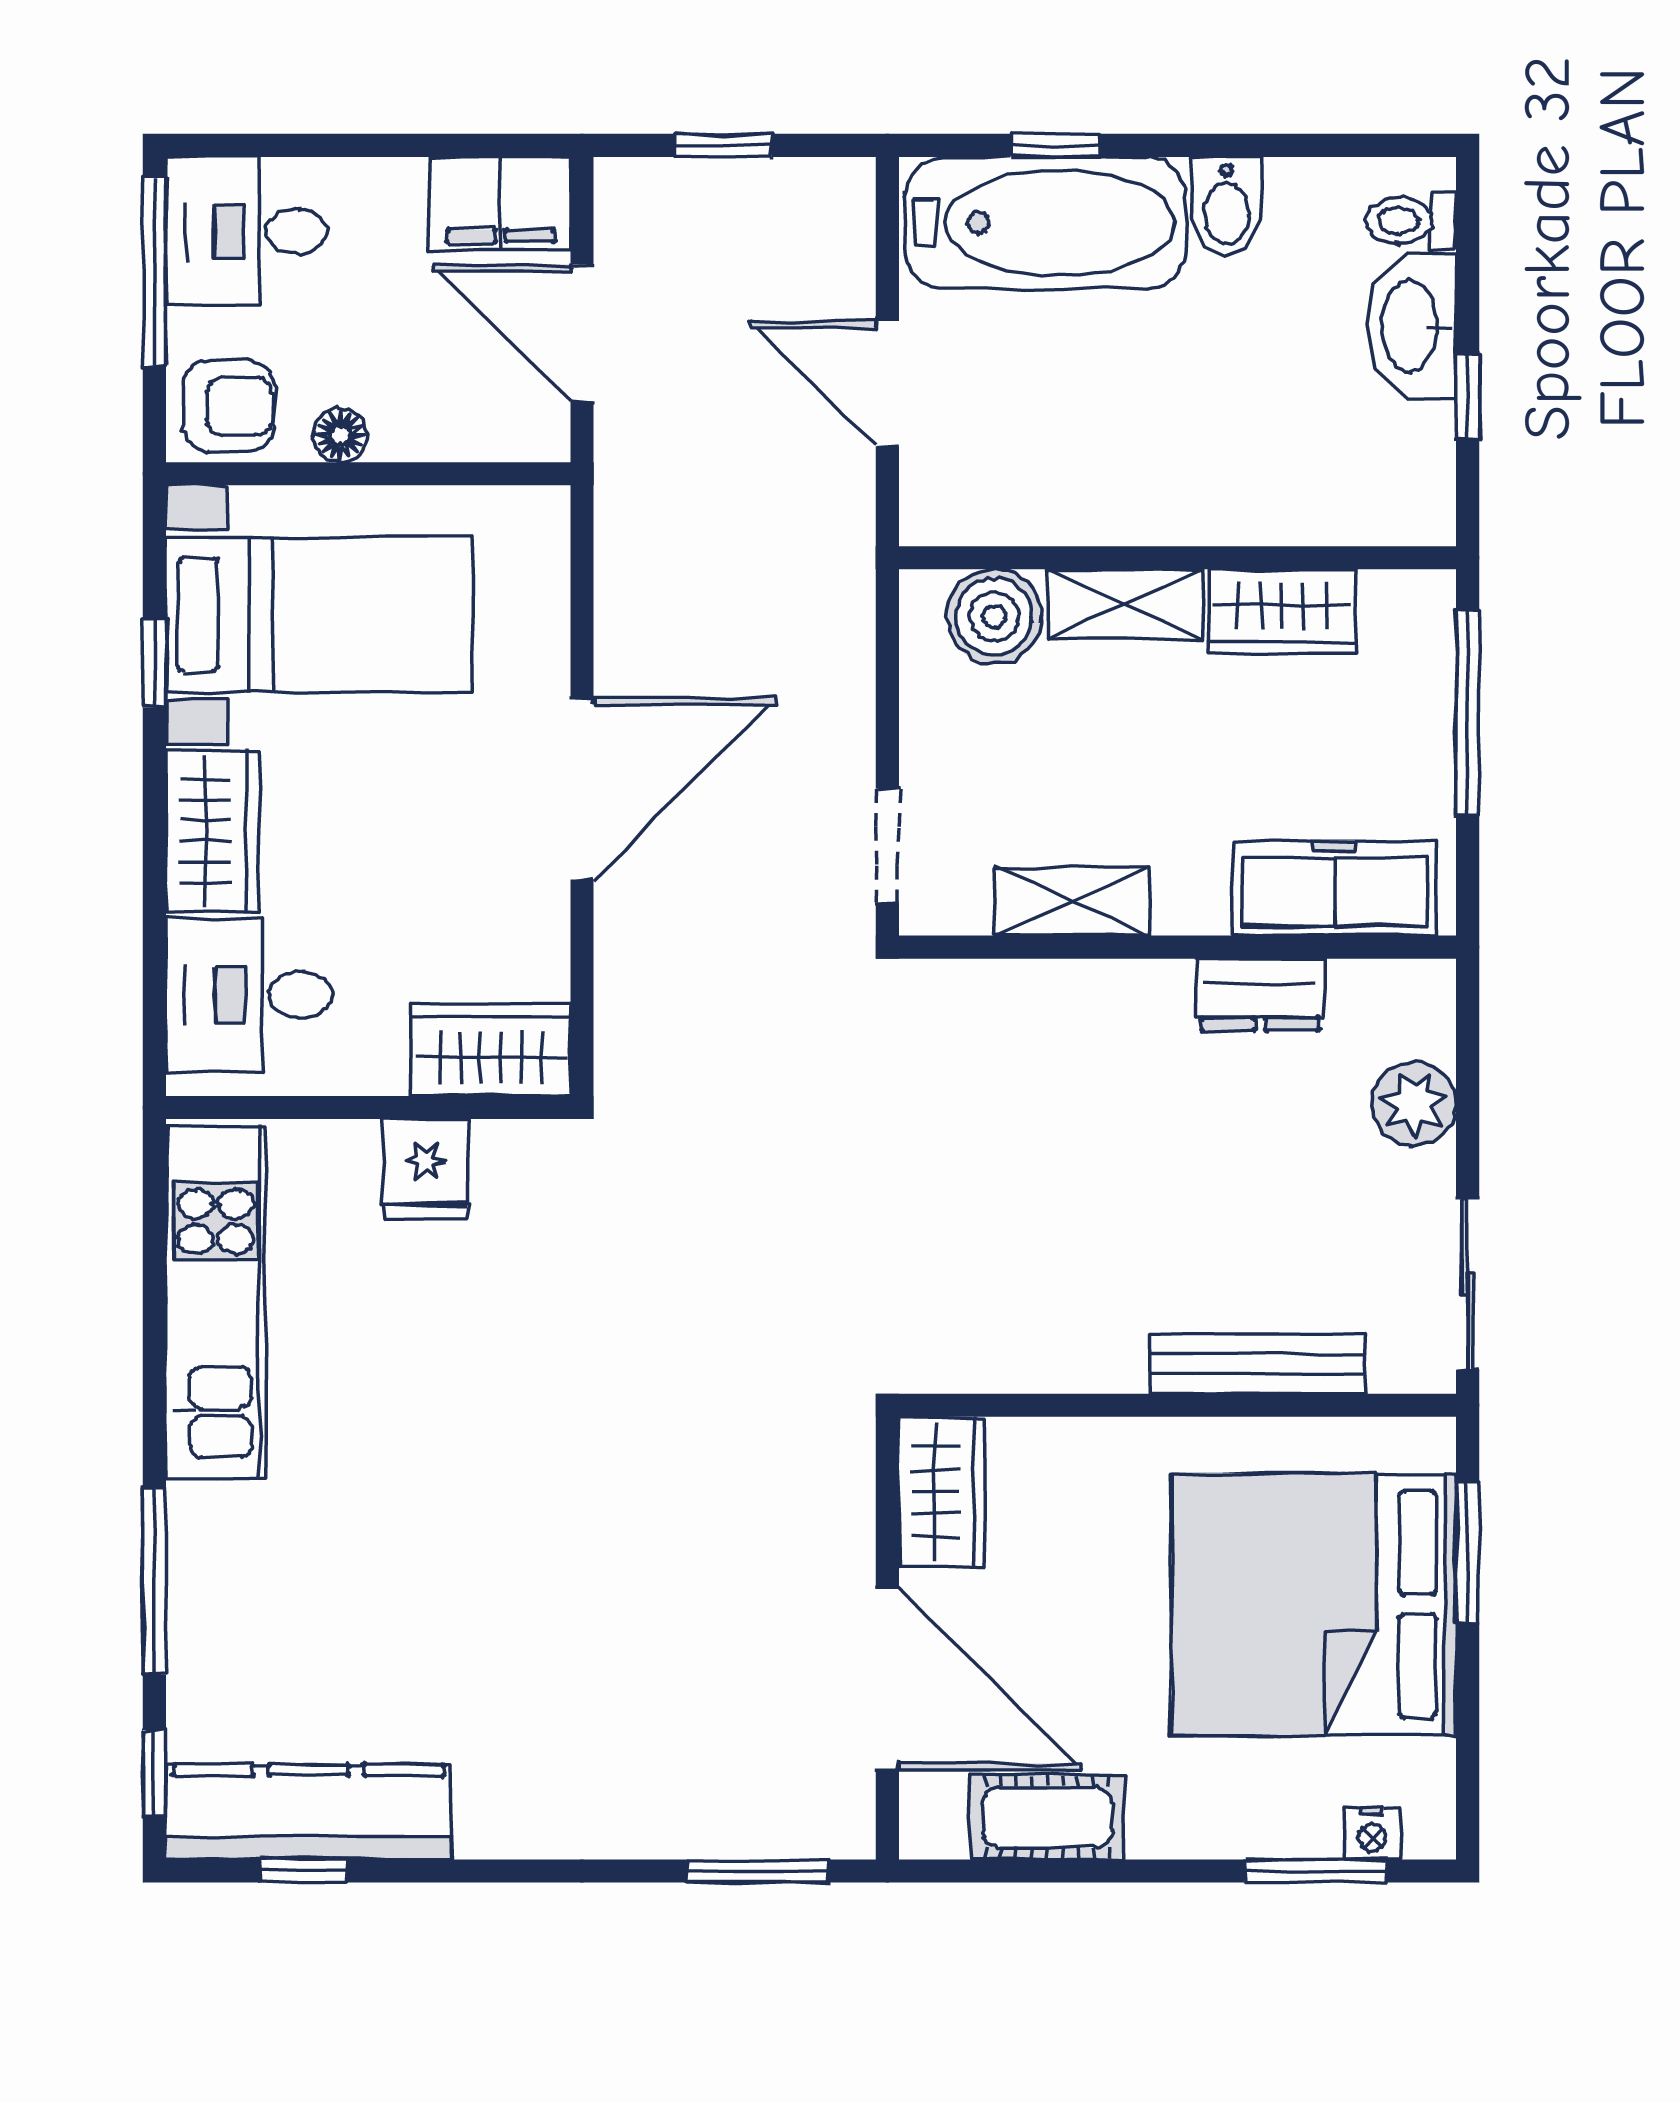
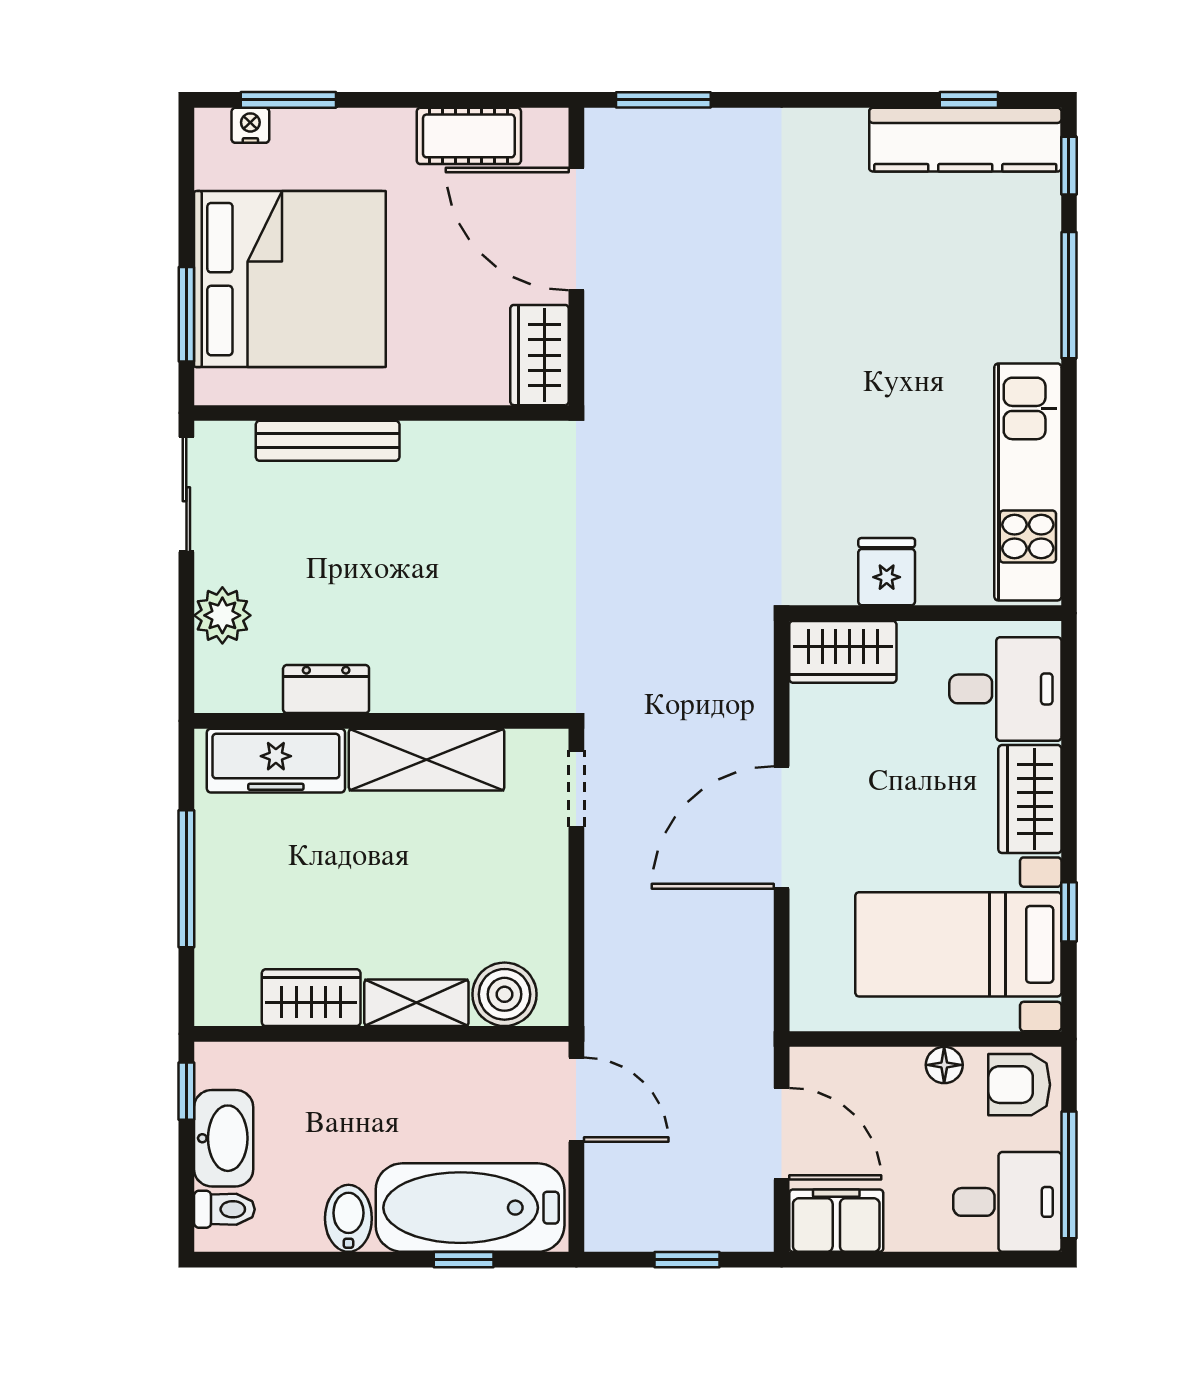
wall: (1178, 558) -> (381, 1034), moved
shelving: (1125, 604) -> (416, 1003), moved
wardrobe: (1282, 612) -> (311, 998), moved
boiler: (994, 617) -> (505, 994), moved
shelving: (1072, 901) -> (427, 760), width x1.50, depth x1.33

